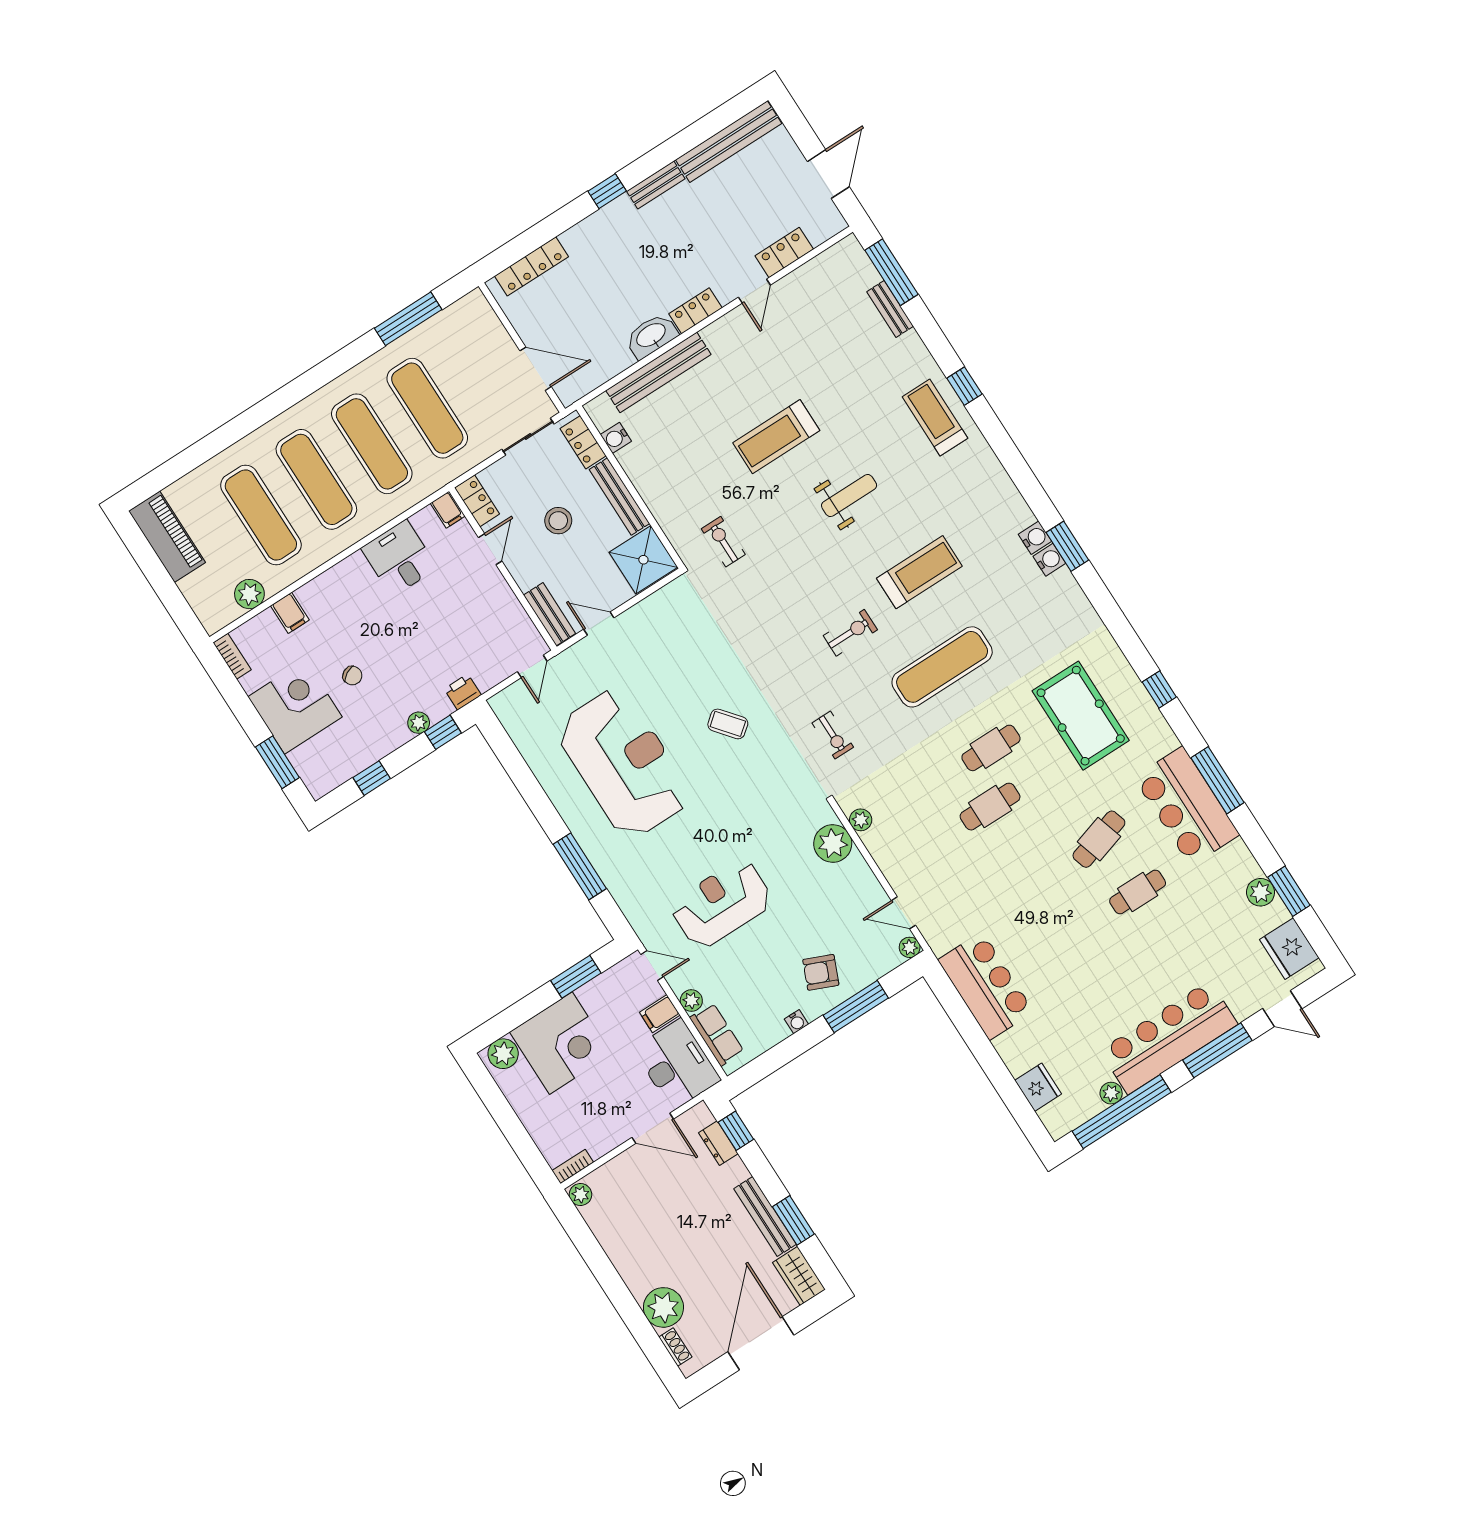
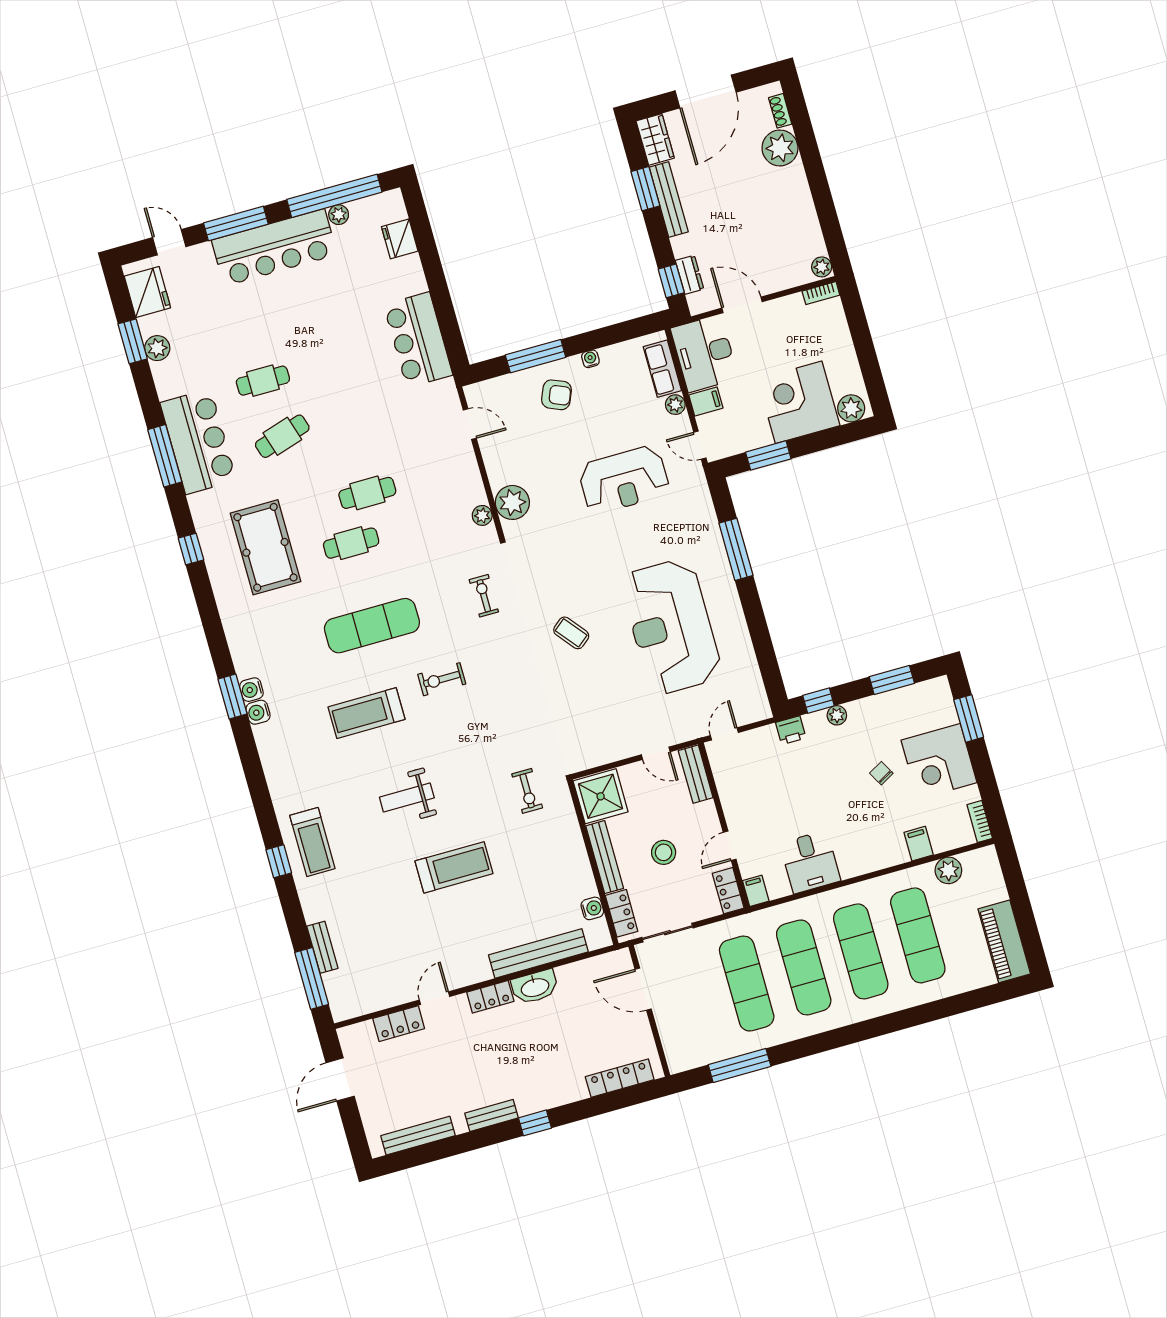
bench: (729, 142) -> (418, 1136), width x0.73, depth x0.82
window: (372, 778) -> (892, 680), width x1.50
plant: (910, 947) -> (474, 393), removed

